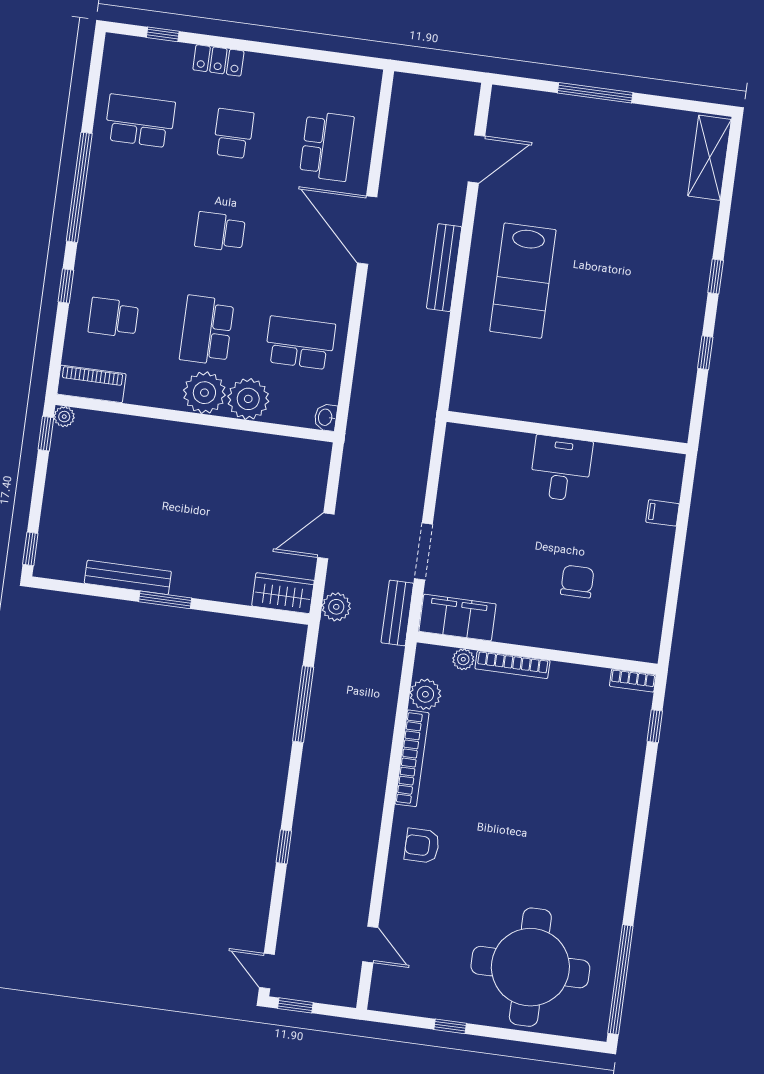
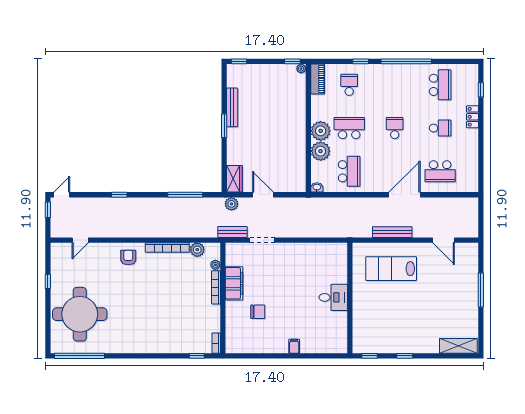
wall: (567, 433) -> (350, 298), moved
desk: (561, 469) -> (333, 297), moved
filing cabinet: (457, 618) -> (234, 283), moved

